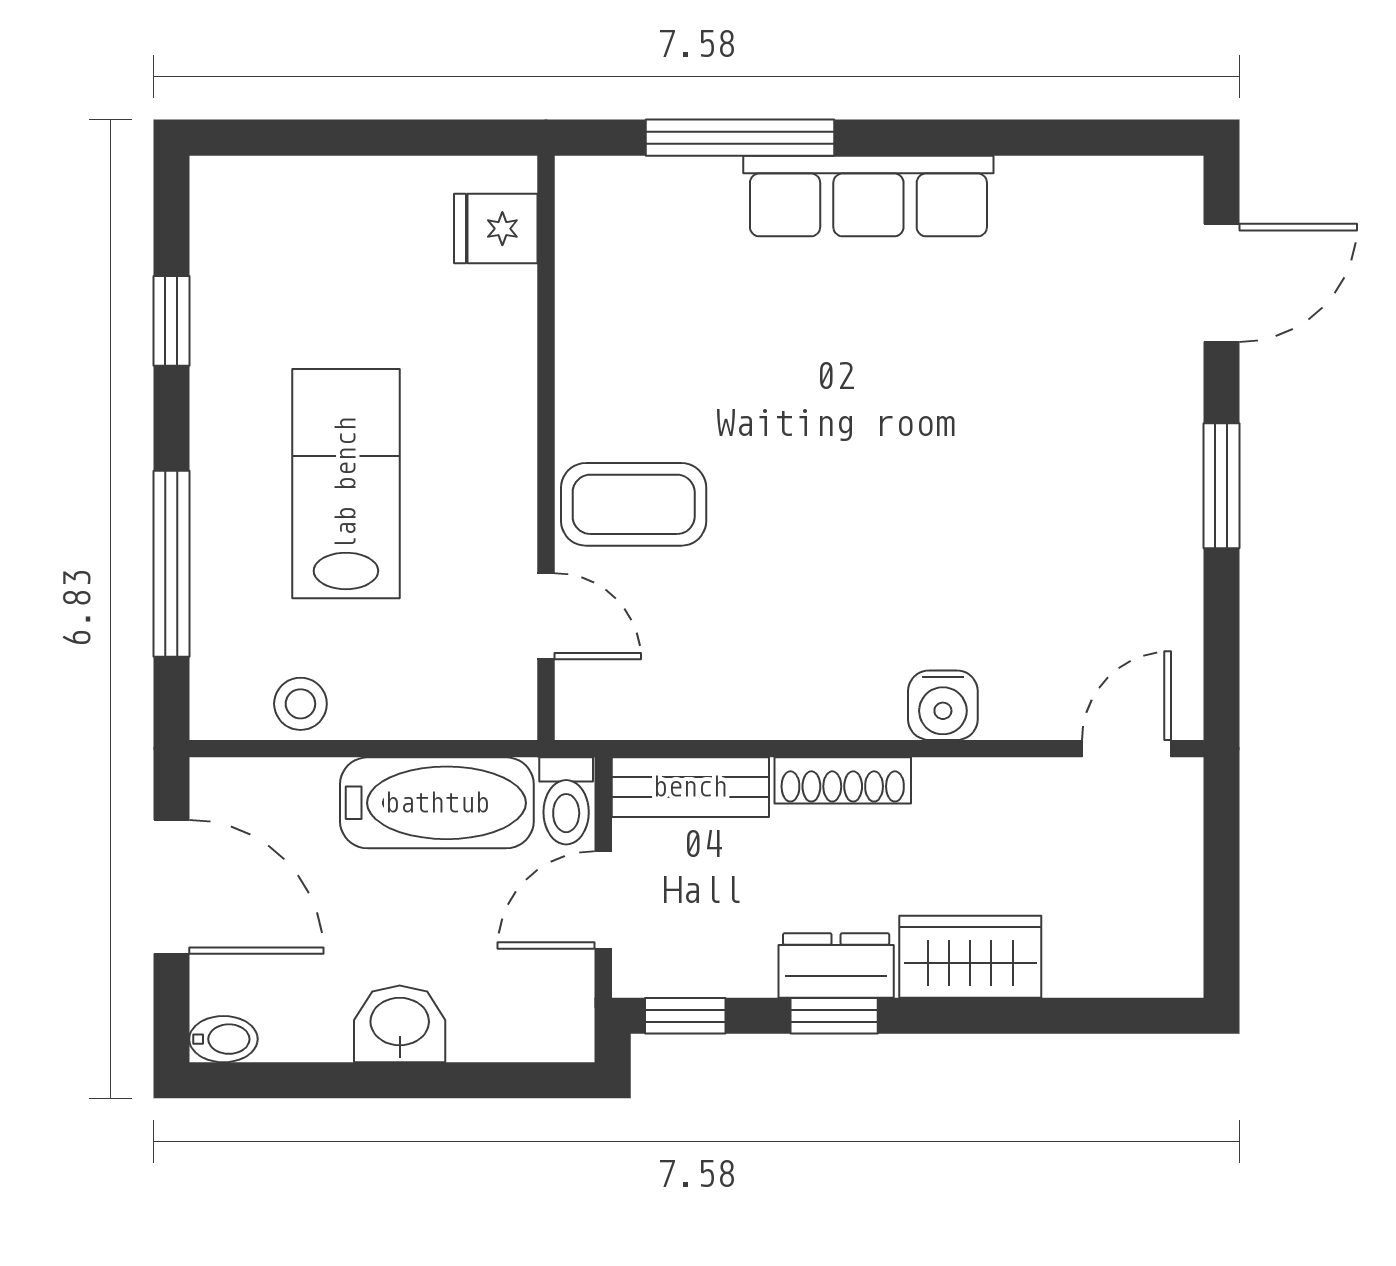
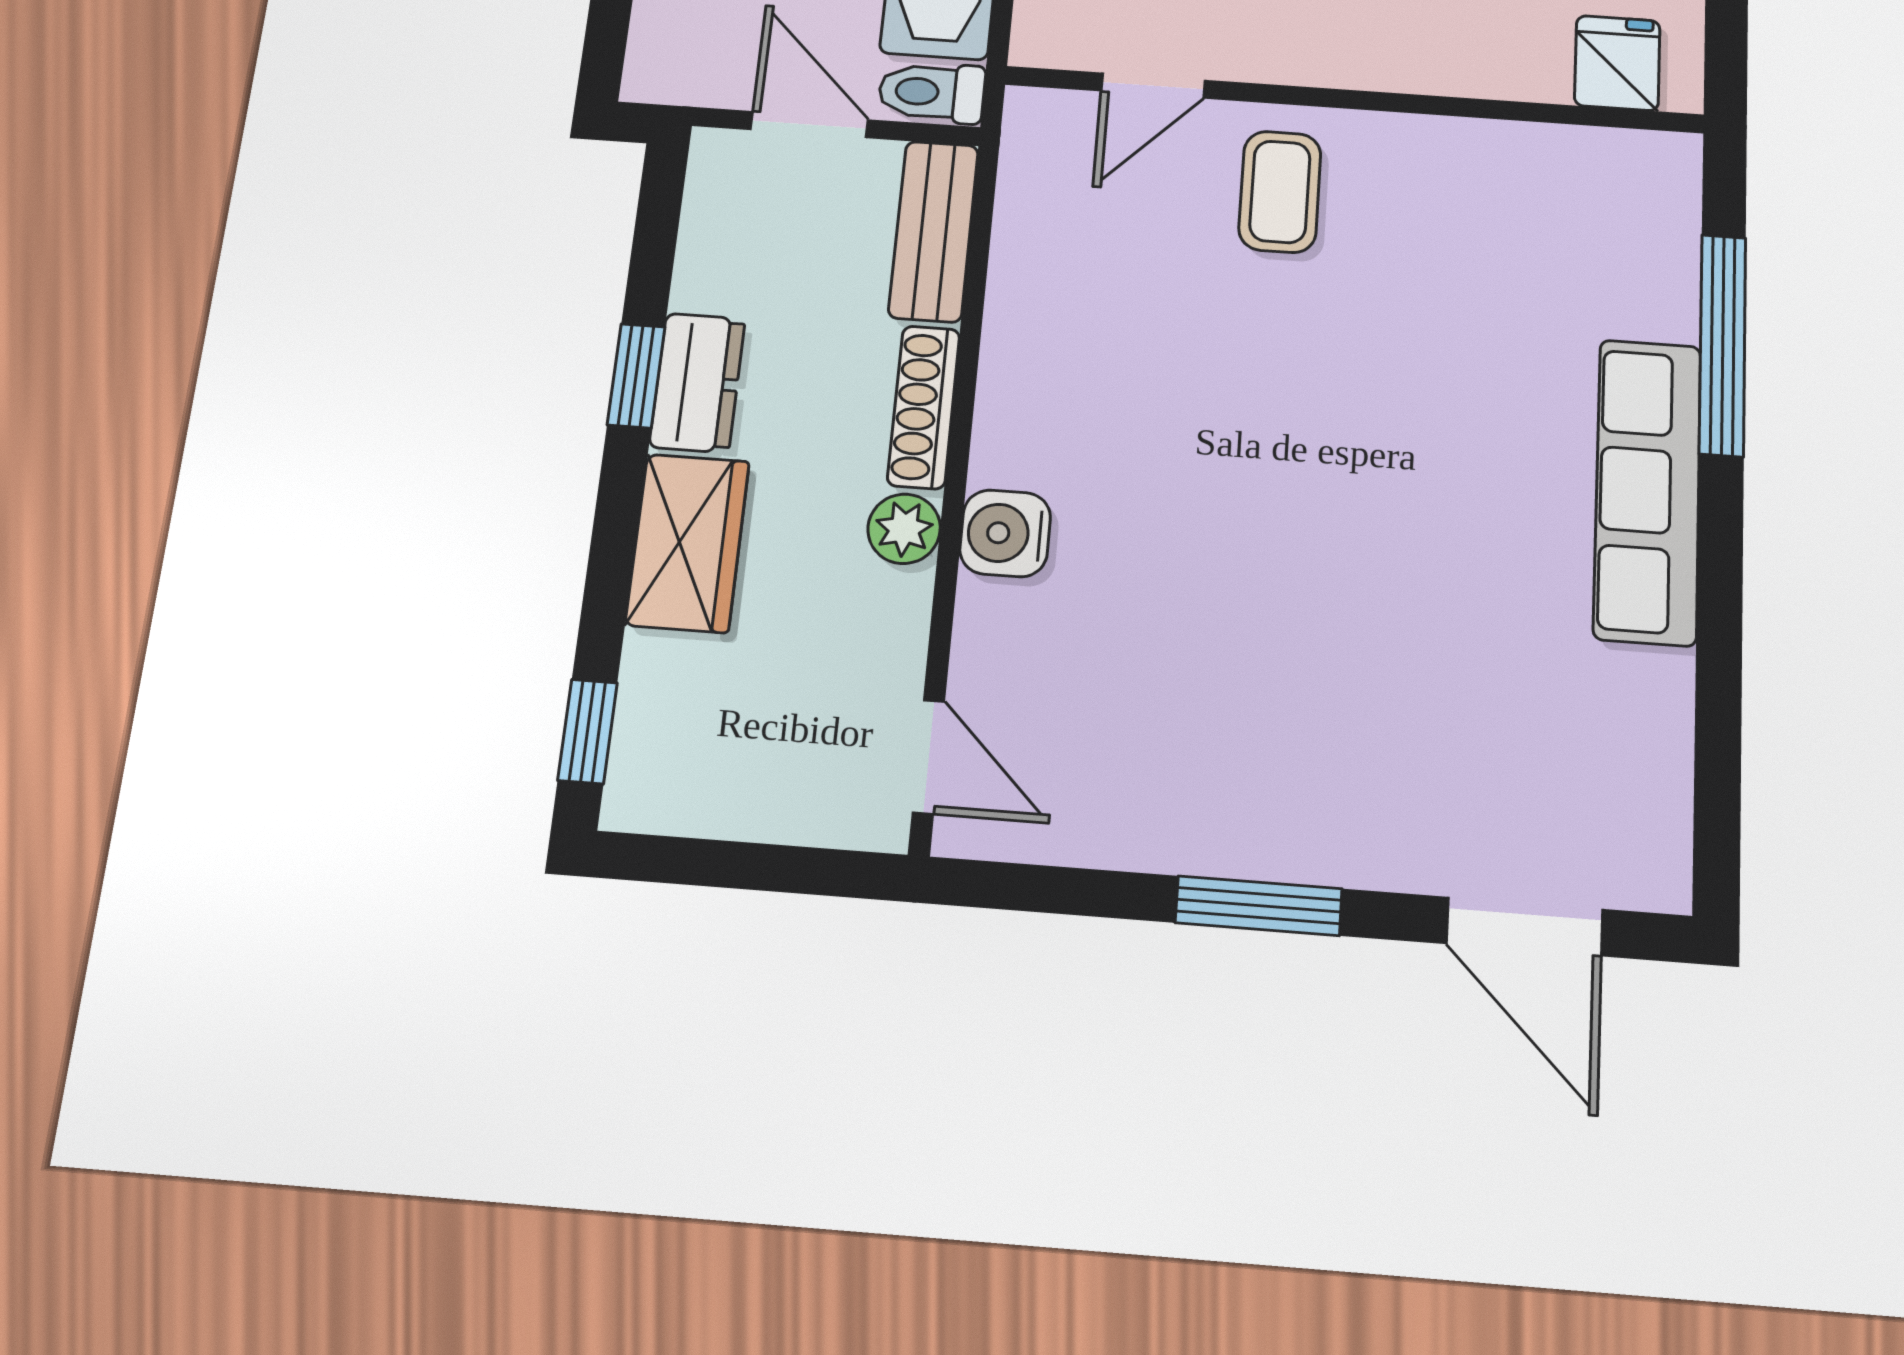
coffee table: (634, 504) -> (1280, 192), width x0.73, depth x0.77
plant: (945, 786) -> (904, 529), added
window: (685, 1016) -> (588, 731), moved

